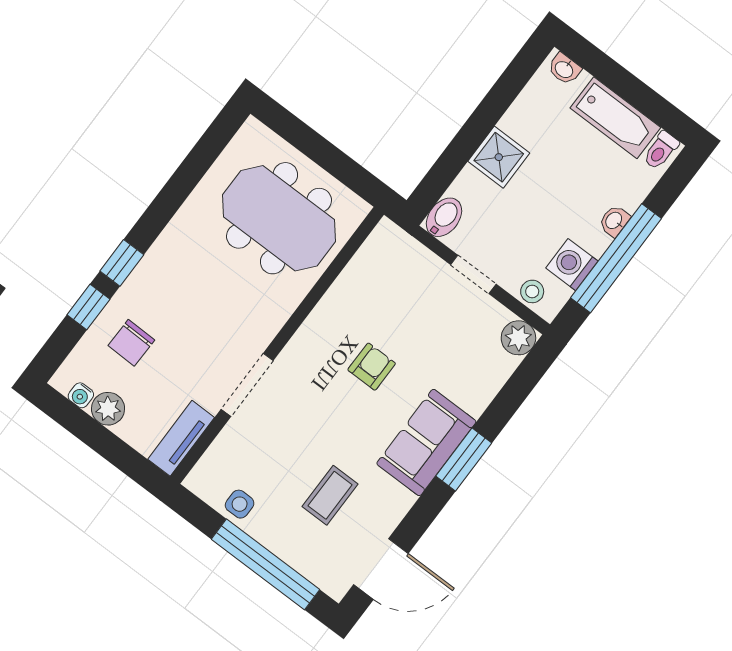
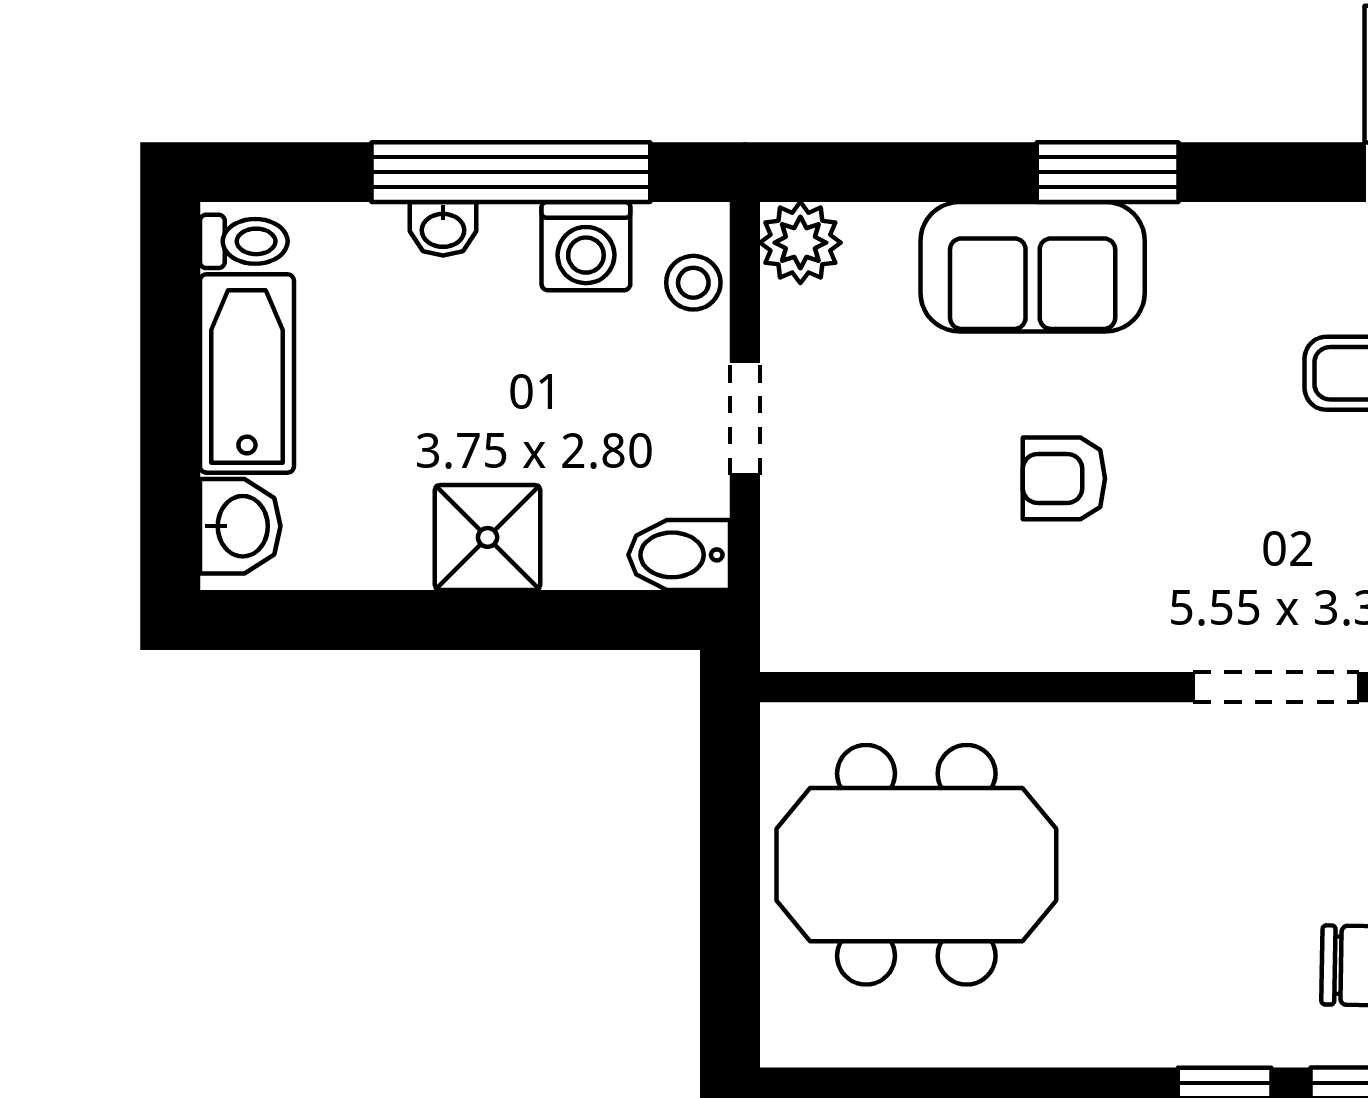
washbasin: (564, 69) -> (240, 526), width x1.38, depth x1.45
meeting table: (279, 218) -> (916, 865), turned 90
sofa: (426, 443) -> (1033, 267), moved

